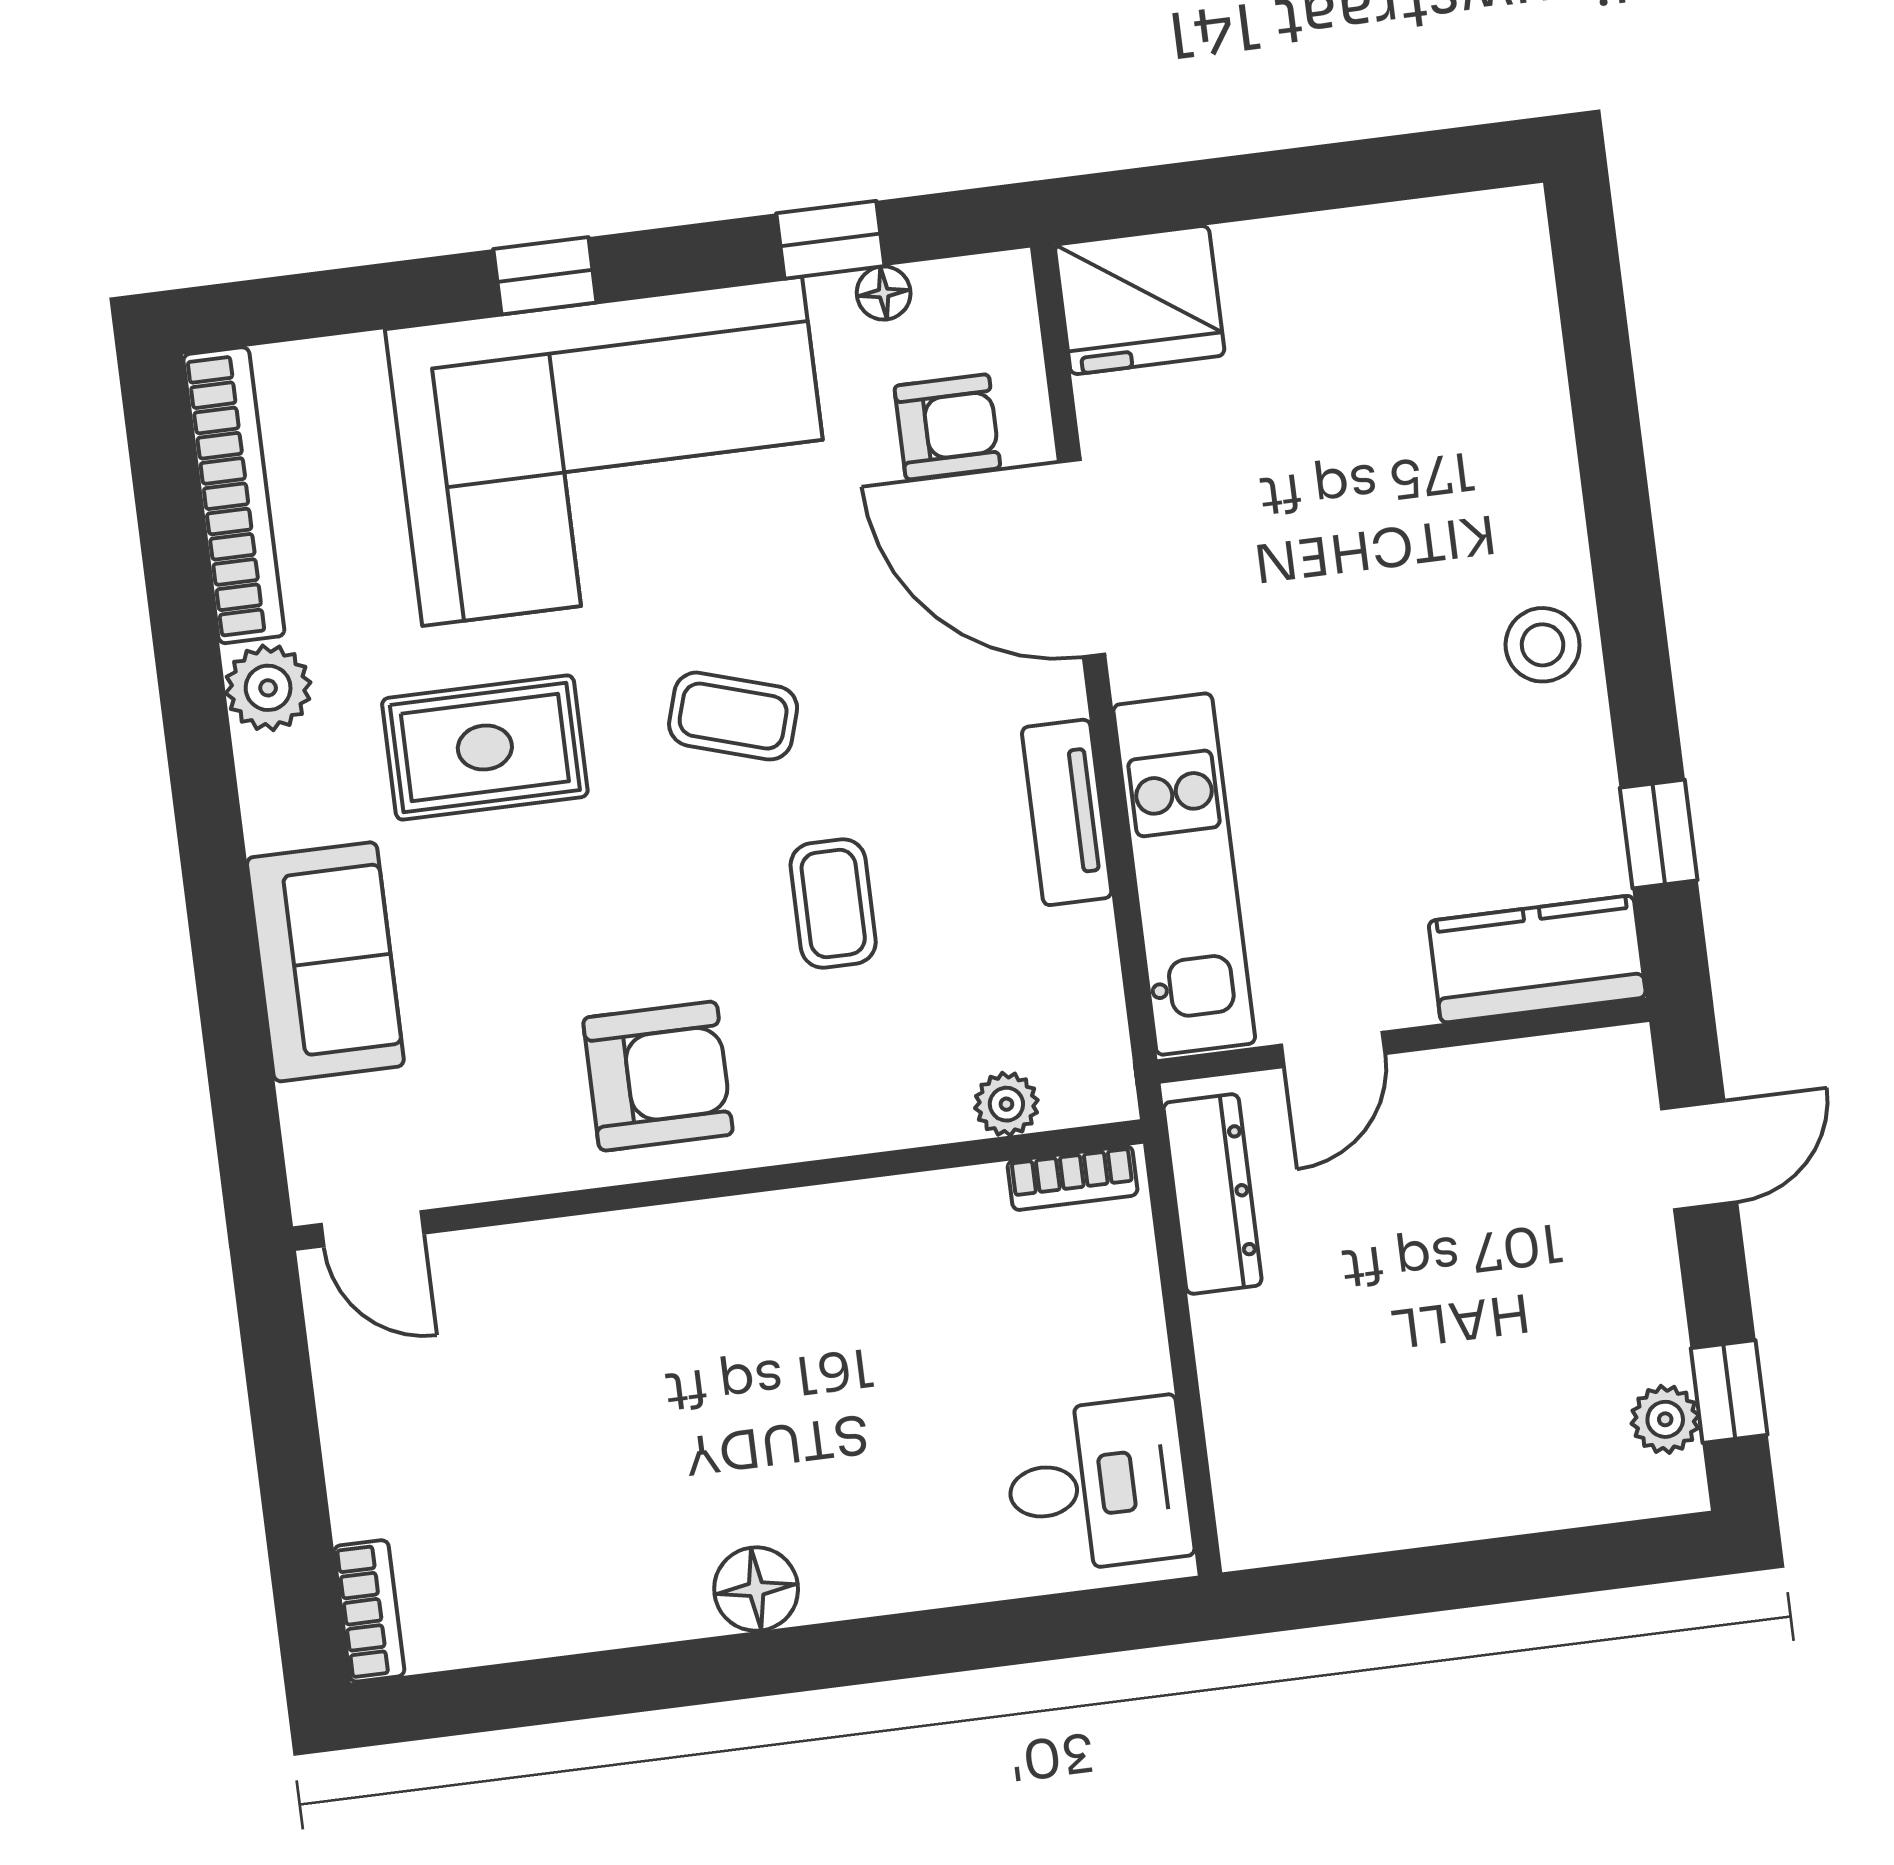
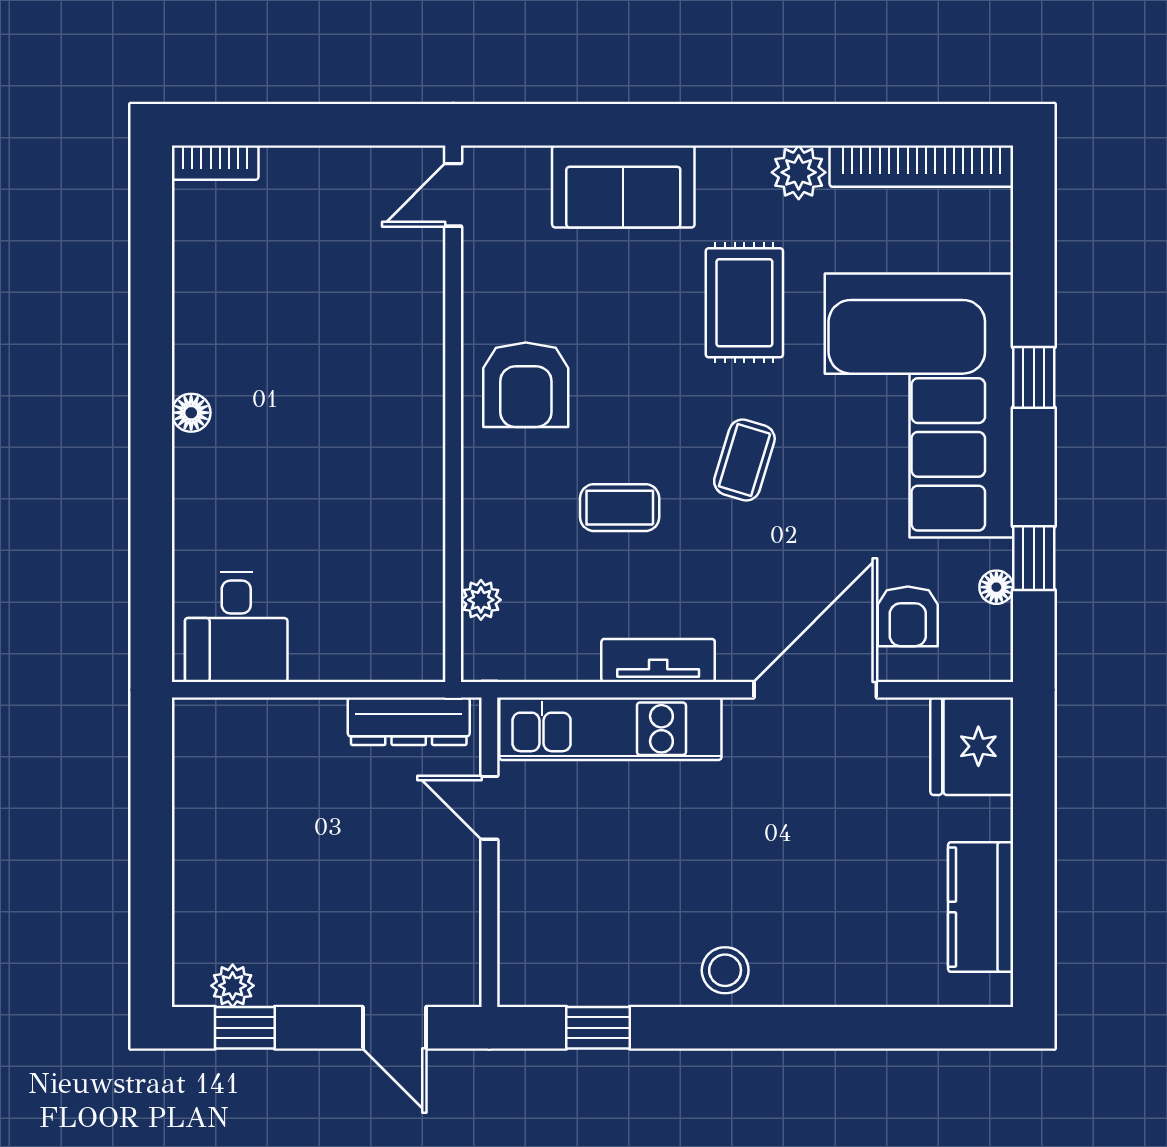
kitchen counter: (1537, 959) -> (981, 907), moved, turned 180
bookcase: (1073, 1178) -> (430, 635), removed
floor lamp: (756, 1589) -> (191, 413), width x0.73, depth x0.73

